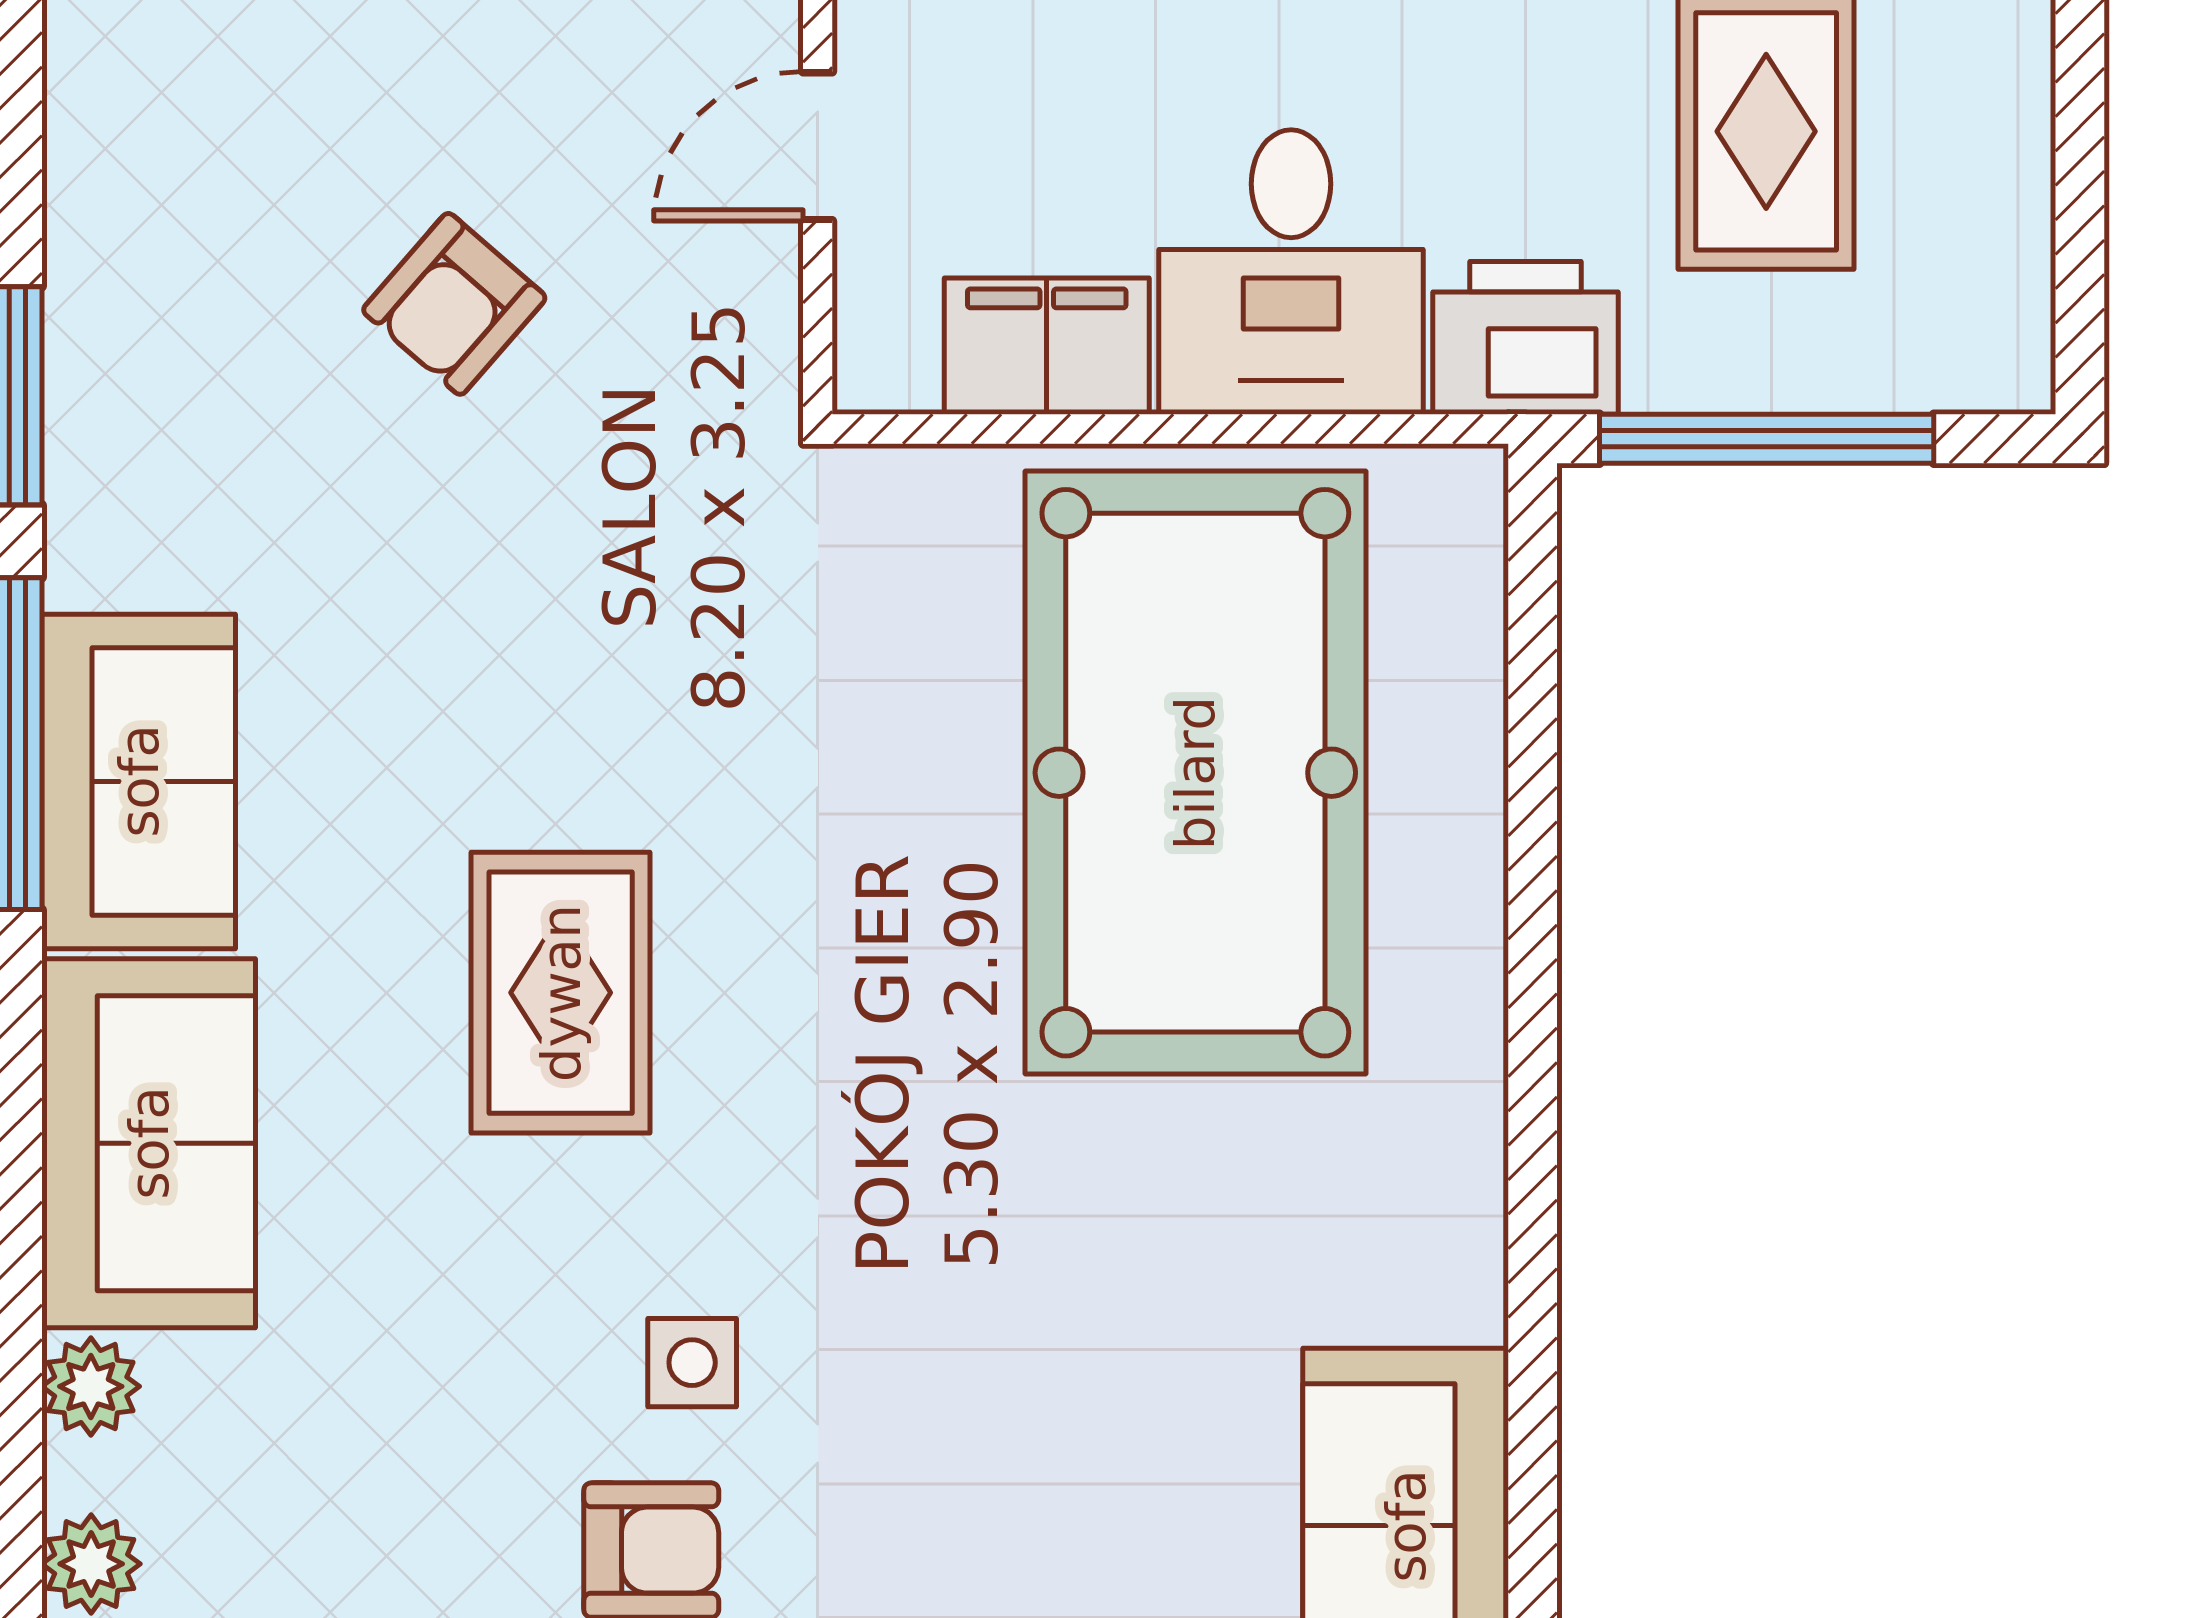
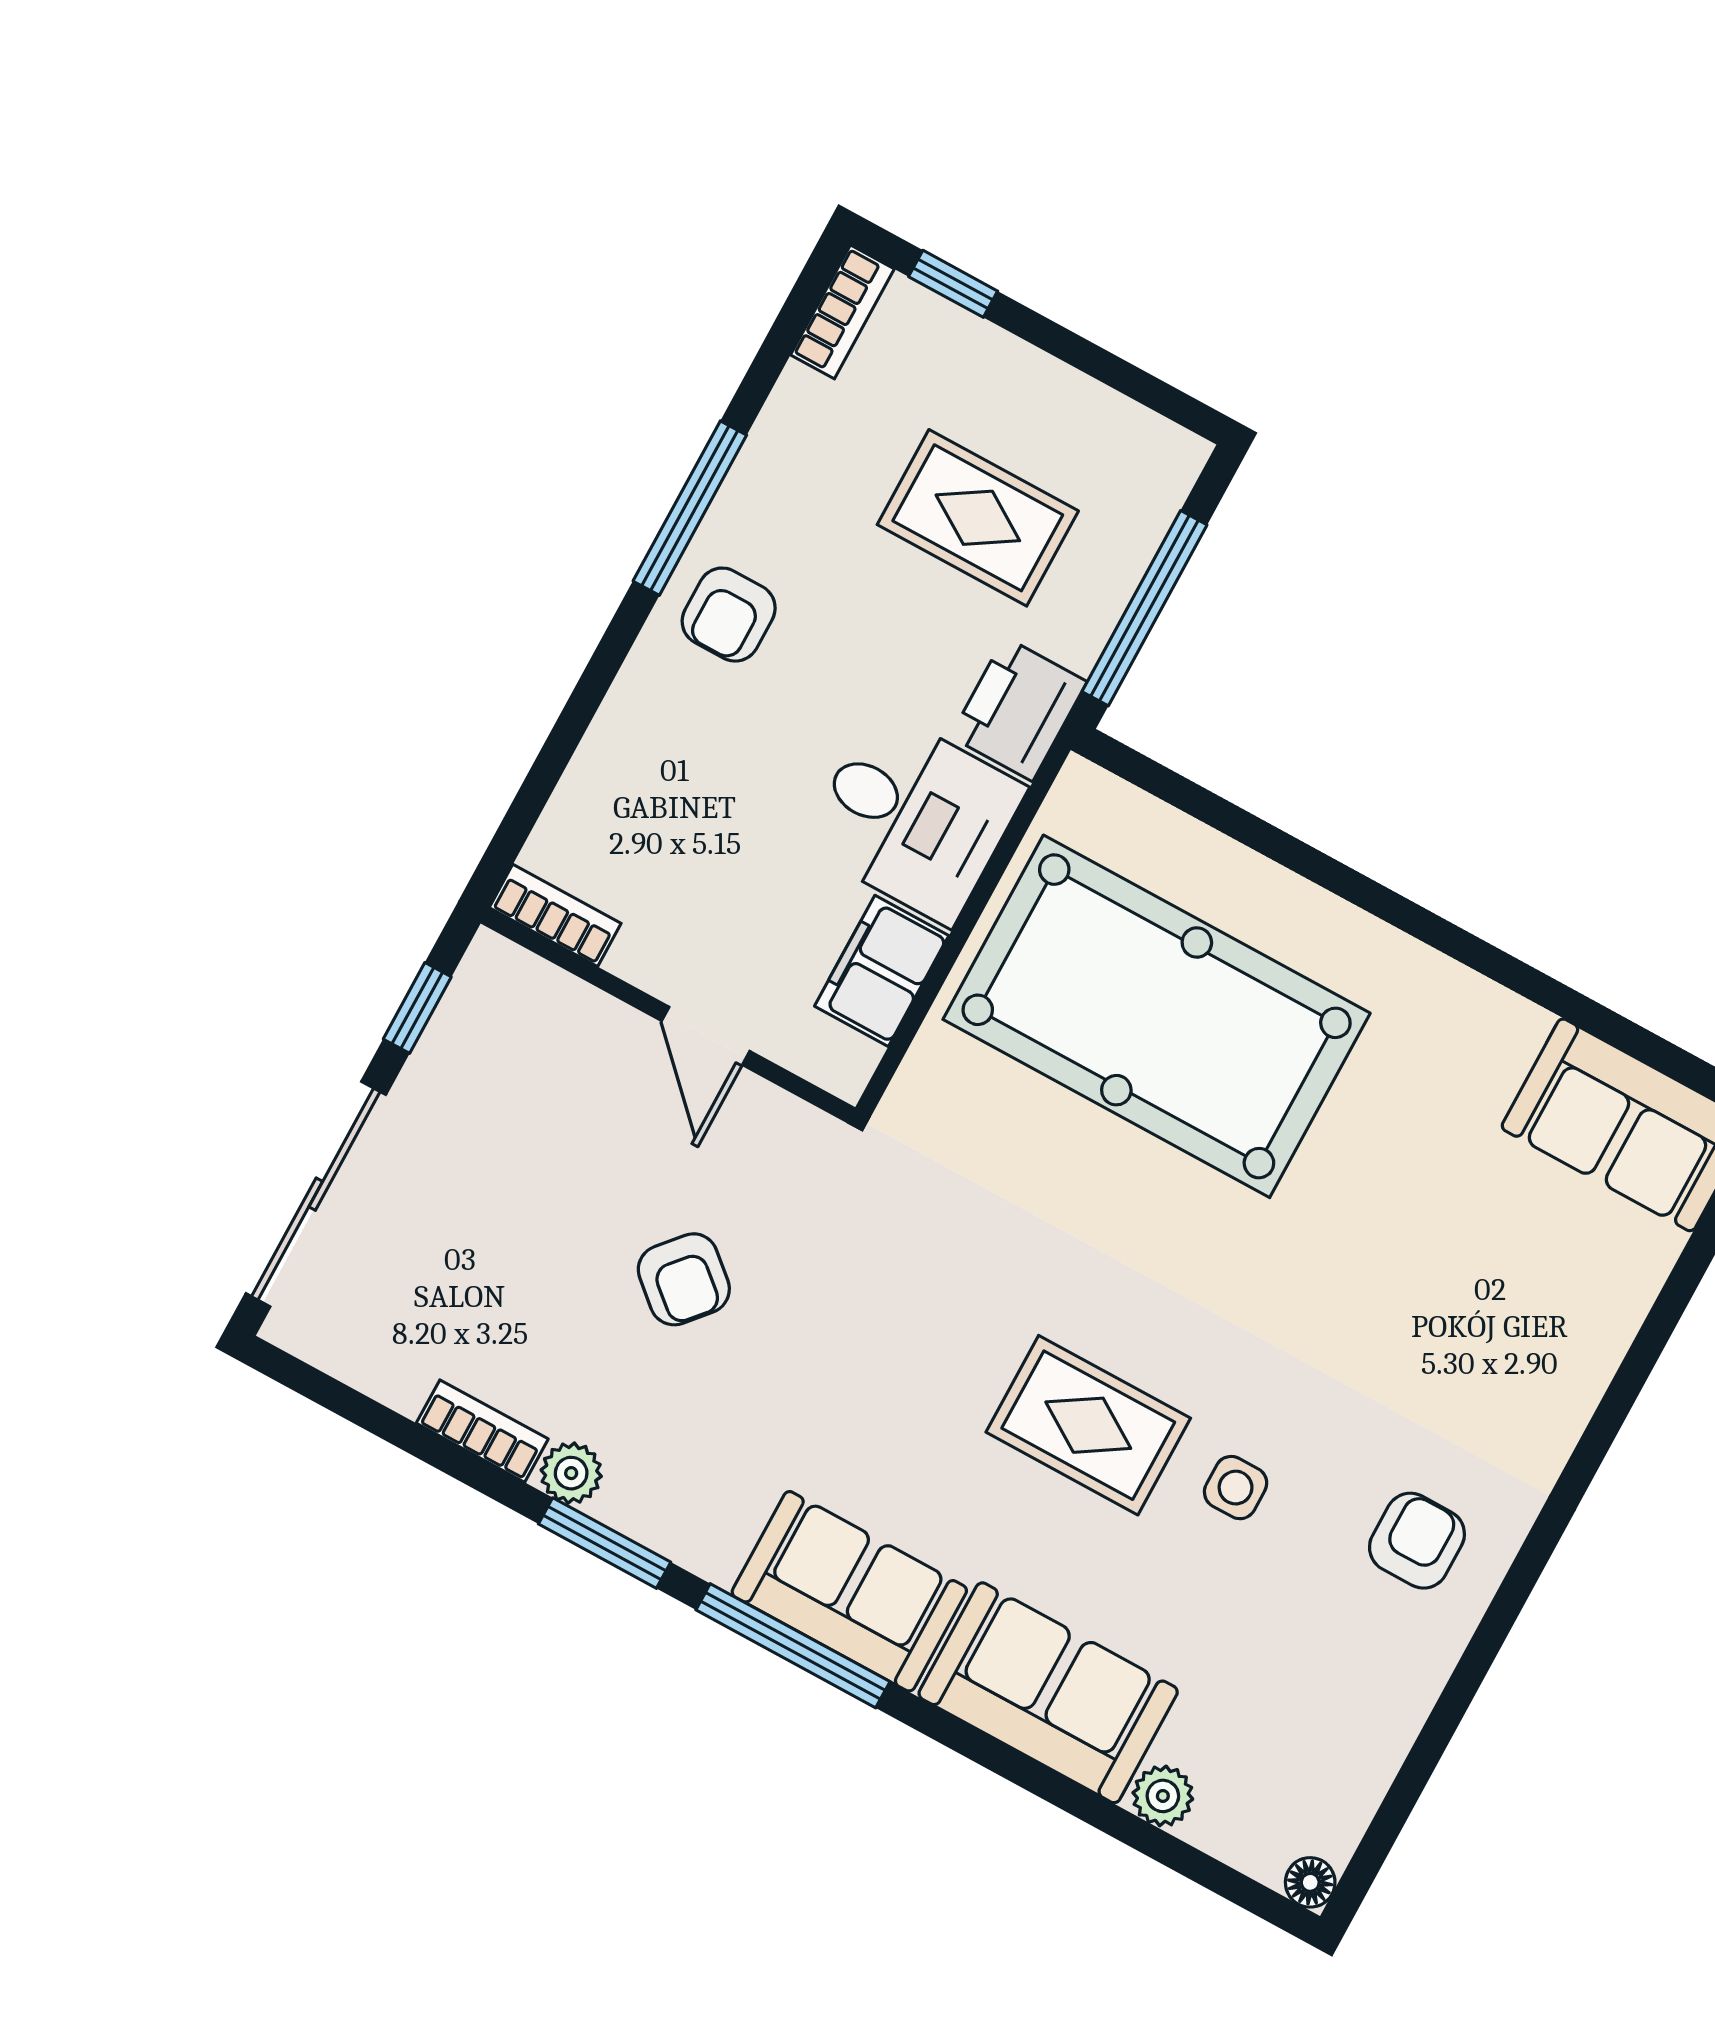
bookcase: (82, 135) -> (482, 1431), added
side table: (692, 1363) -> (1236, 1488), moved
plant: (91, 1564) -> (571, 1473), moved

